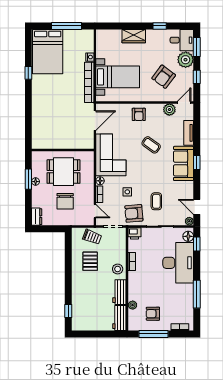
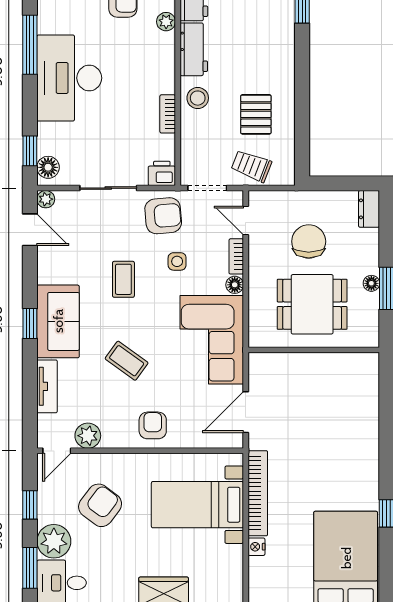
coffee table: (156, 201) -> (123, 279), moved
desk: (178, 263) -> (69, 78), moved

